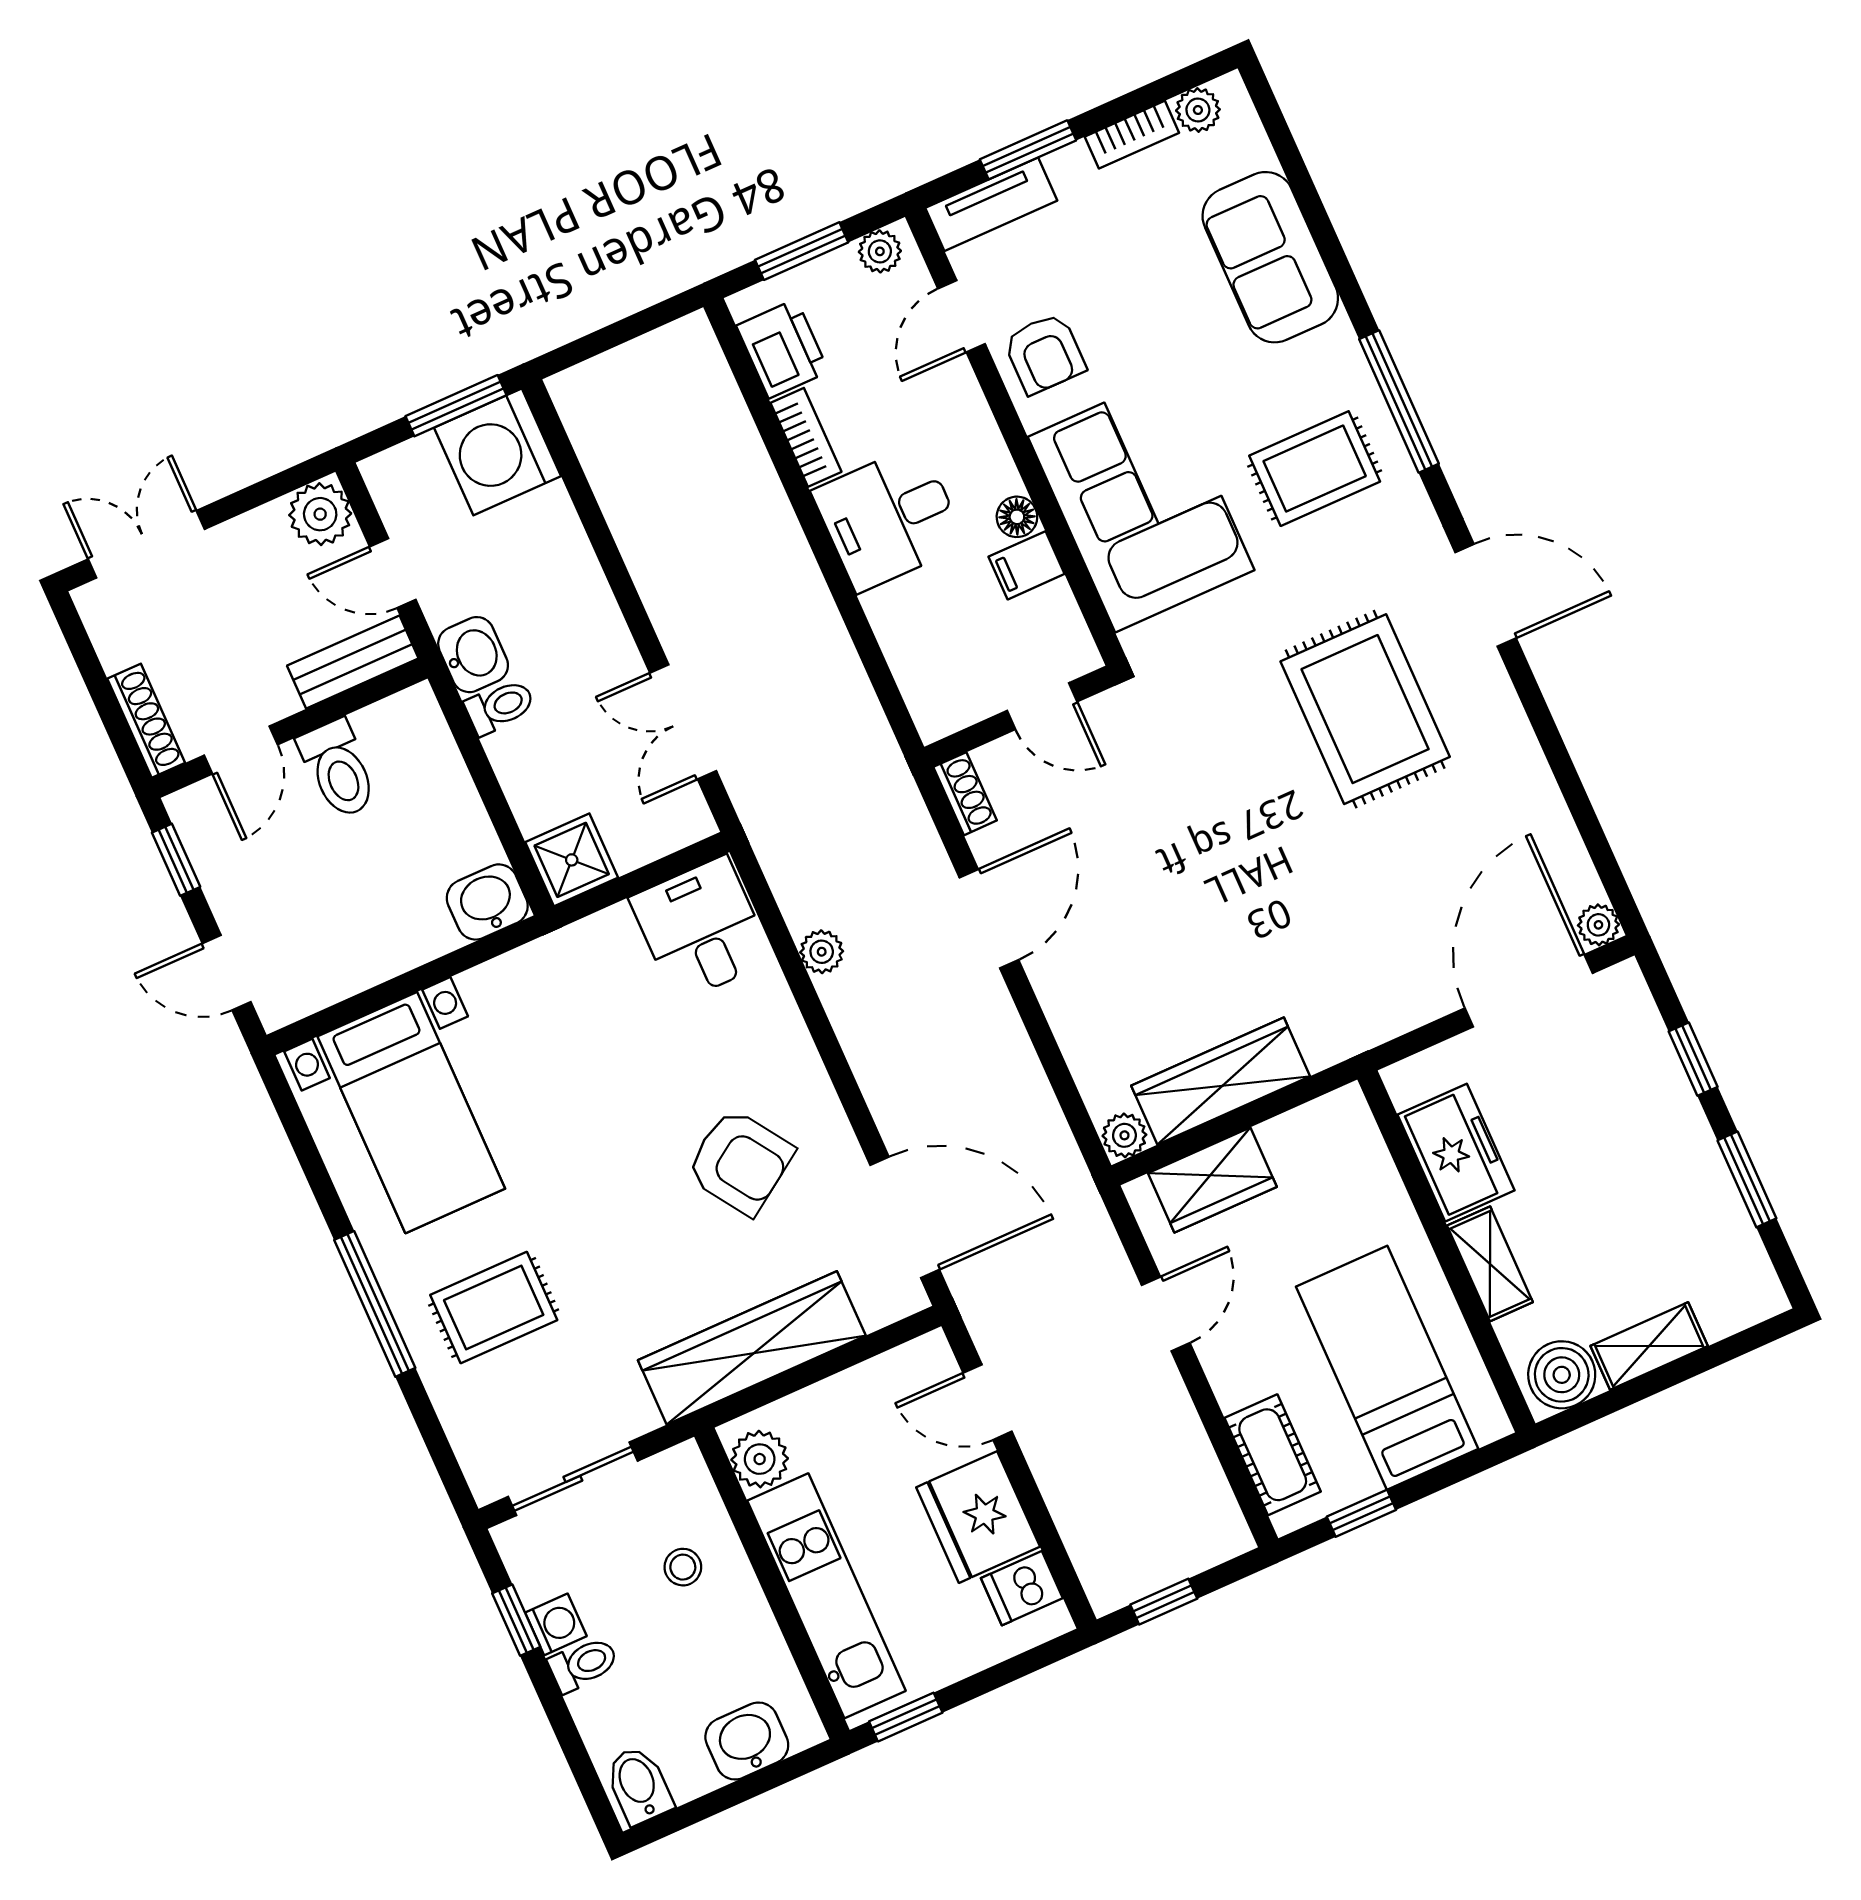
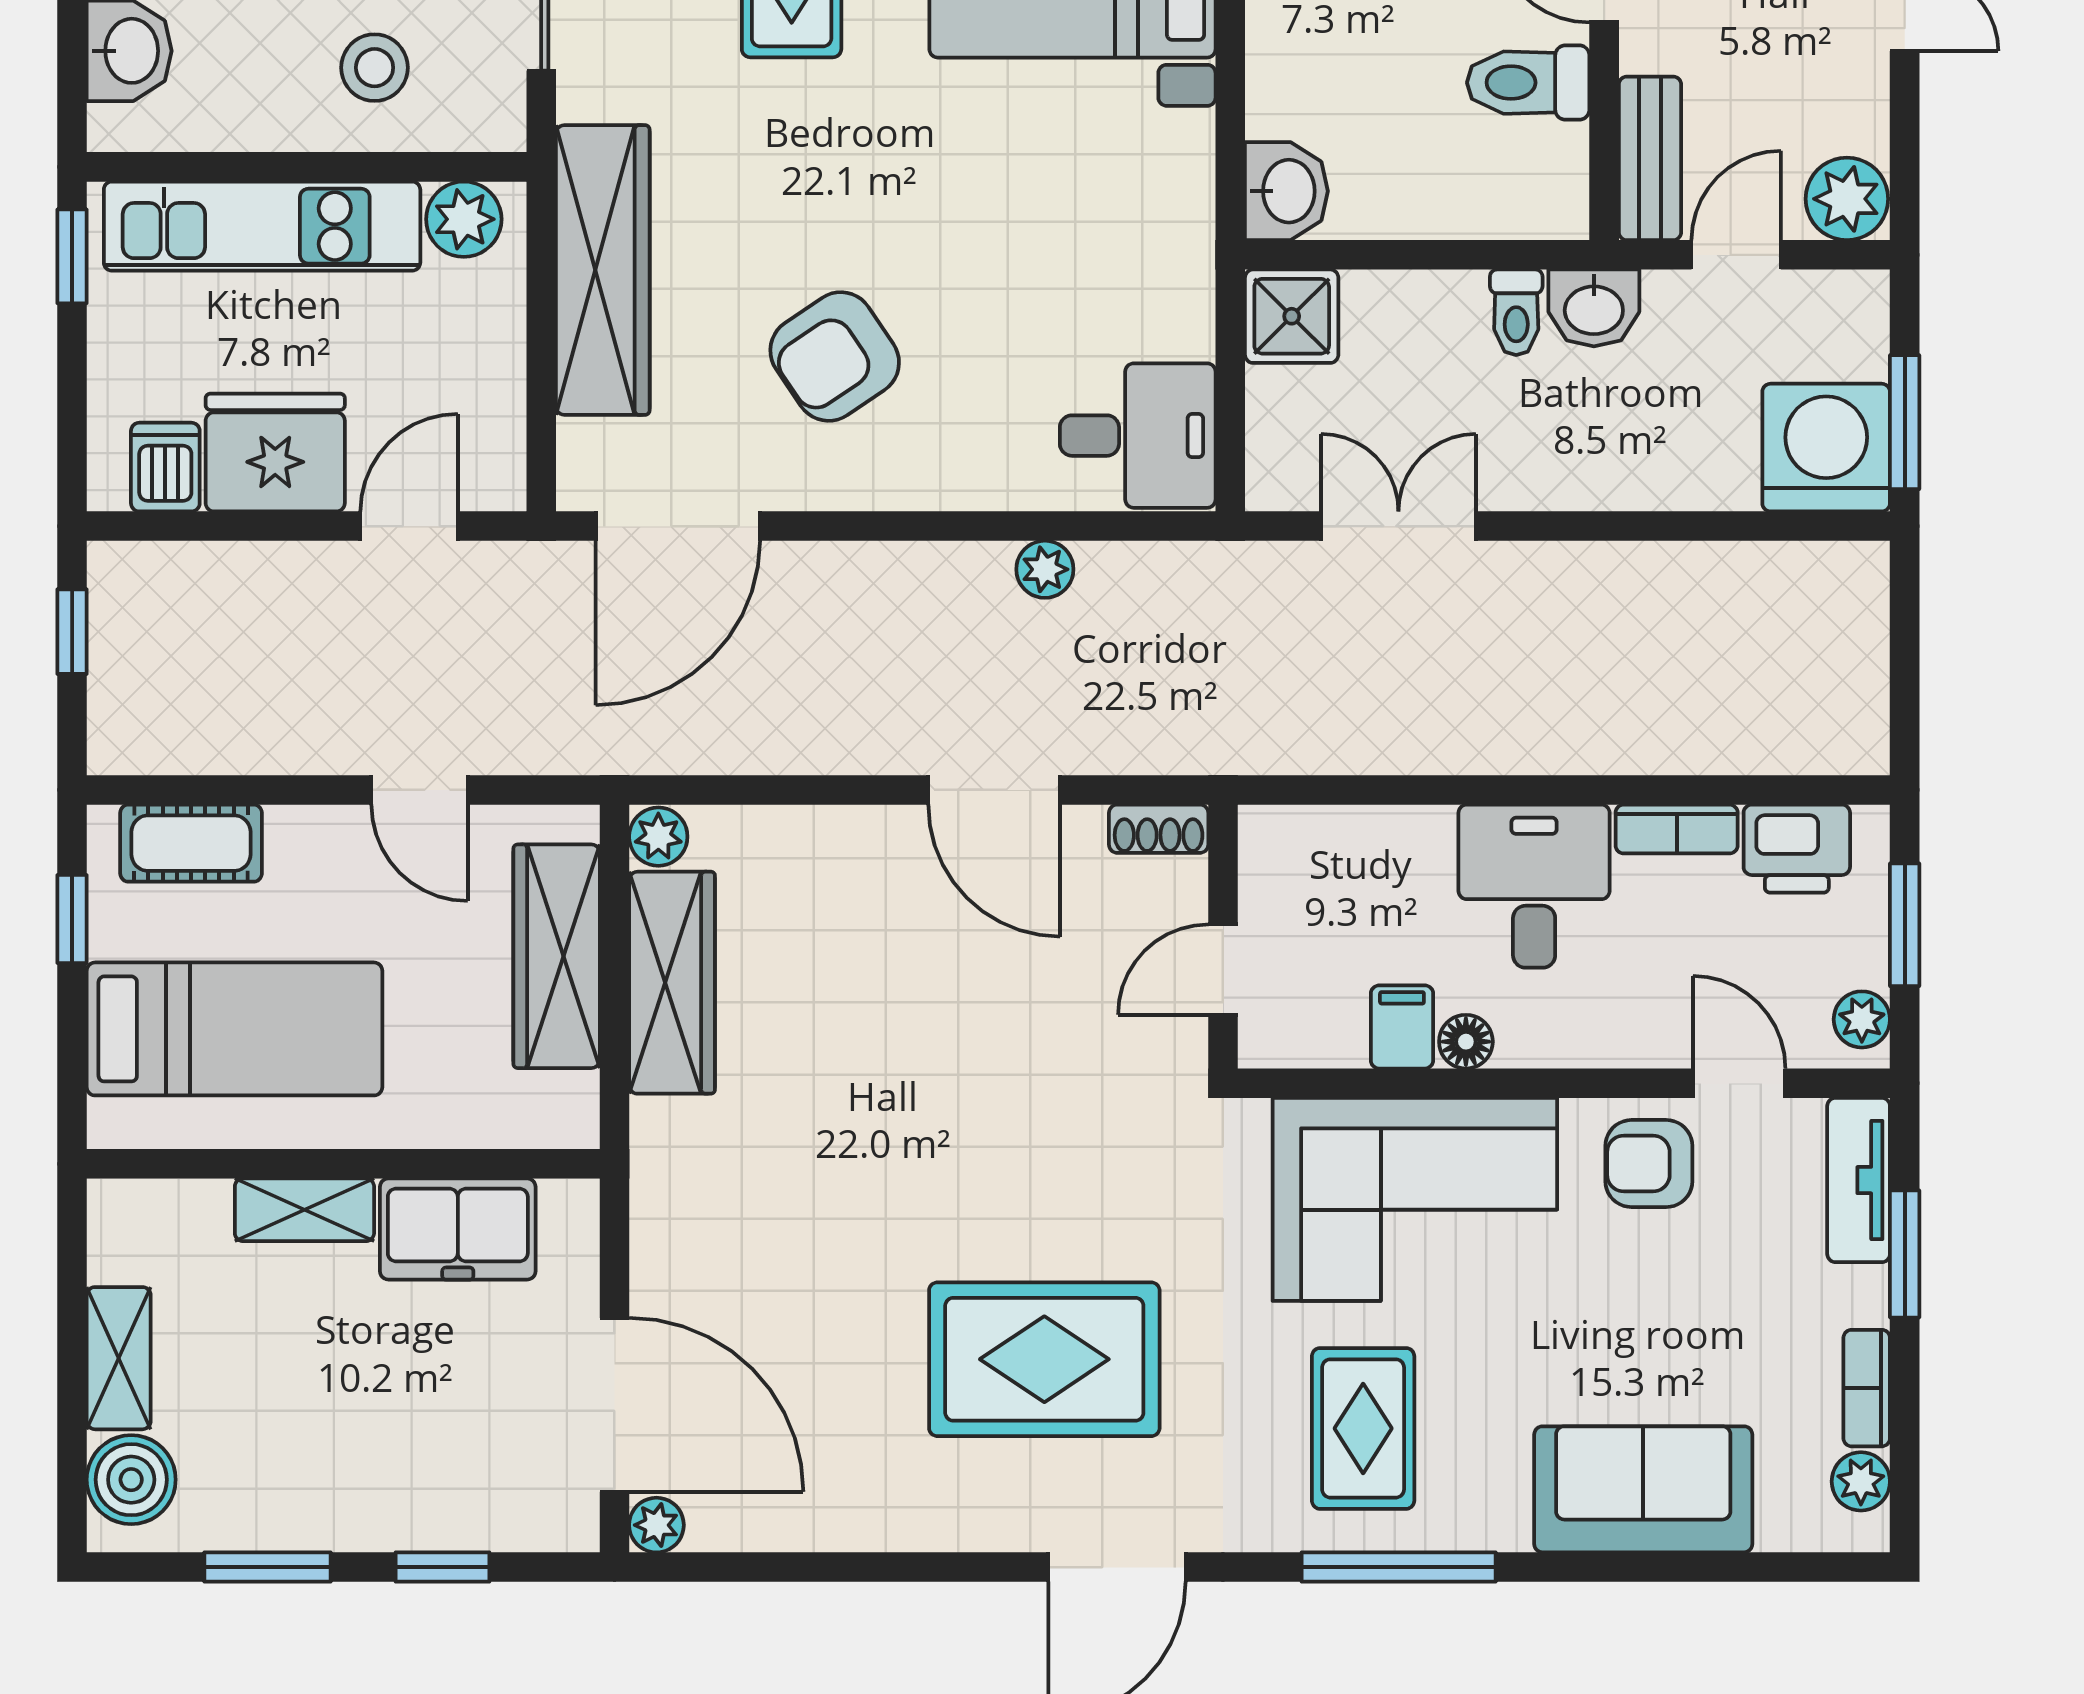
wardrobe: (1212, 1180) -> (557, 956), width x1.50
boiler: (1562, 1375) -> (131, 1480), moved
stool: (683, 1567) -> (375, 68), width x1.37, depth x1.37

